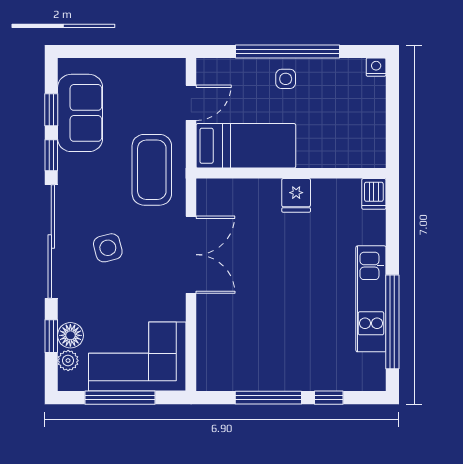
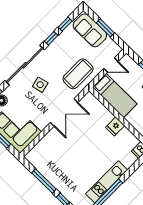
window: (122, 51) -> (105, 28), added
sofa: (80, 113) -> (90, 30), moved, turned 90

